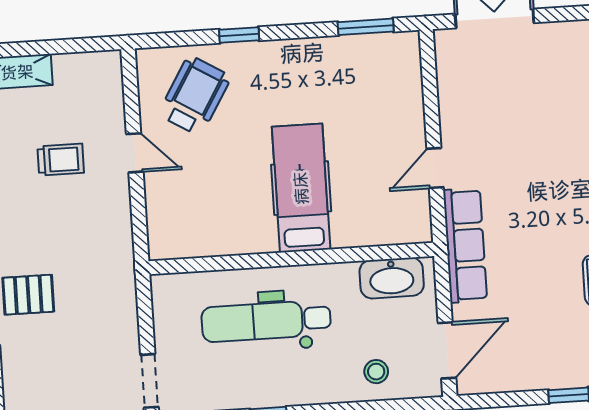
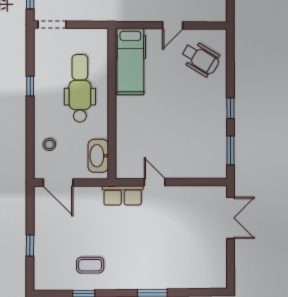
window: (239, 35) -> (230, 108), moved
hospital bed: (301, 188) -> (130, 62), moved, turned 90
row of seats: (465, 245) -> (123, 195), width x0.68

